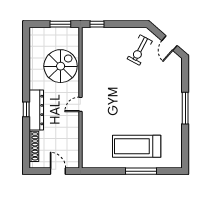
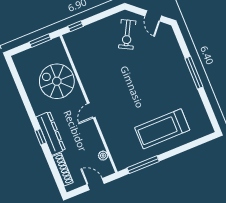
spiral stairs: (61, 66) -> (57, 81), turned -90
plant: (75, 149) -> (103, 156), added
window: (141, 171) -> (143, 165), moved

